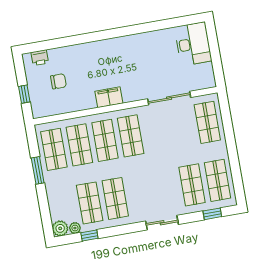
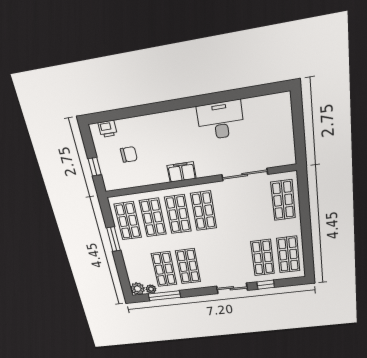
desk: (193, 44) -> (221, 120), moved, turned -90
window: (212, 214) -> (266, 285), moved
window: (89, 236) -> (164, 296), width x2.17

